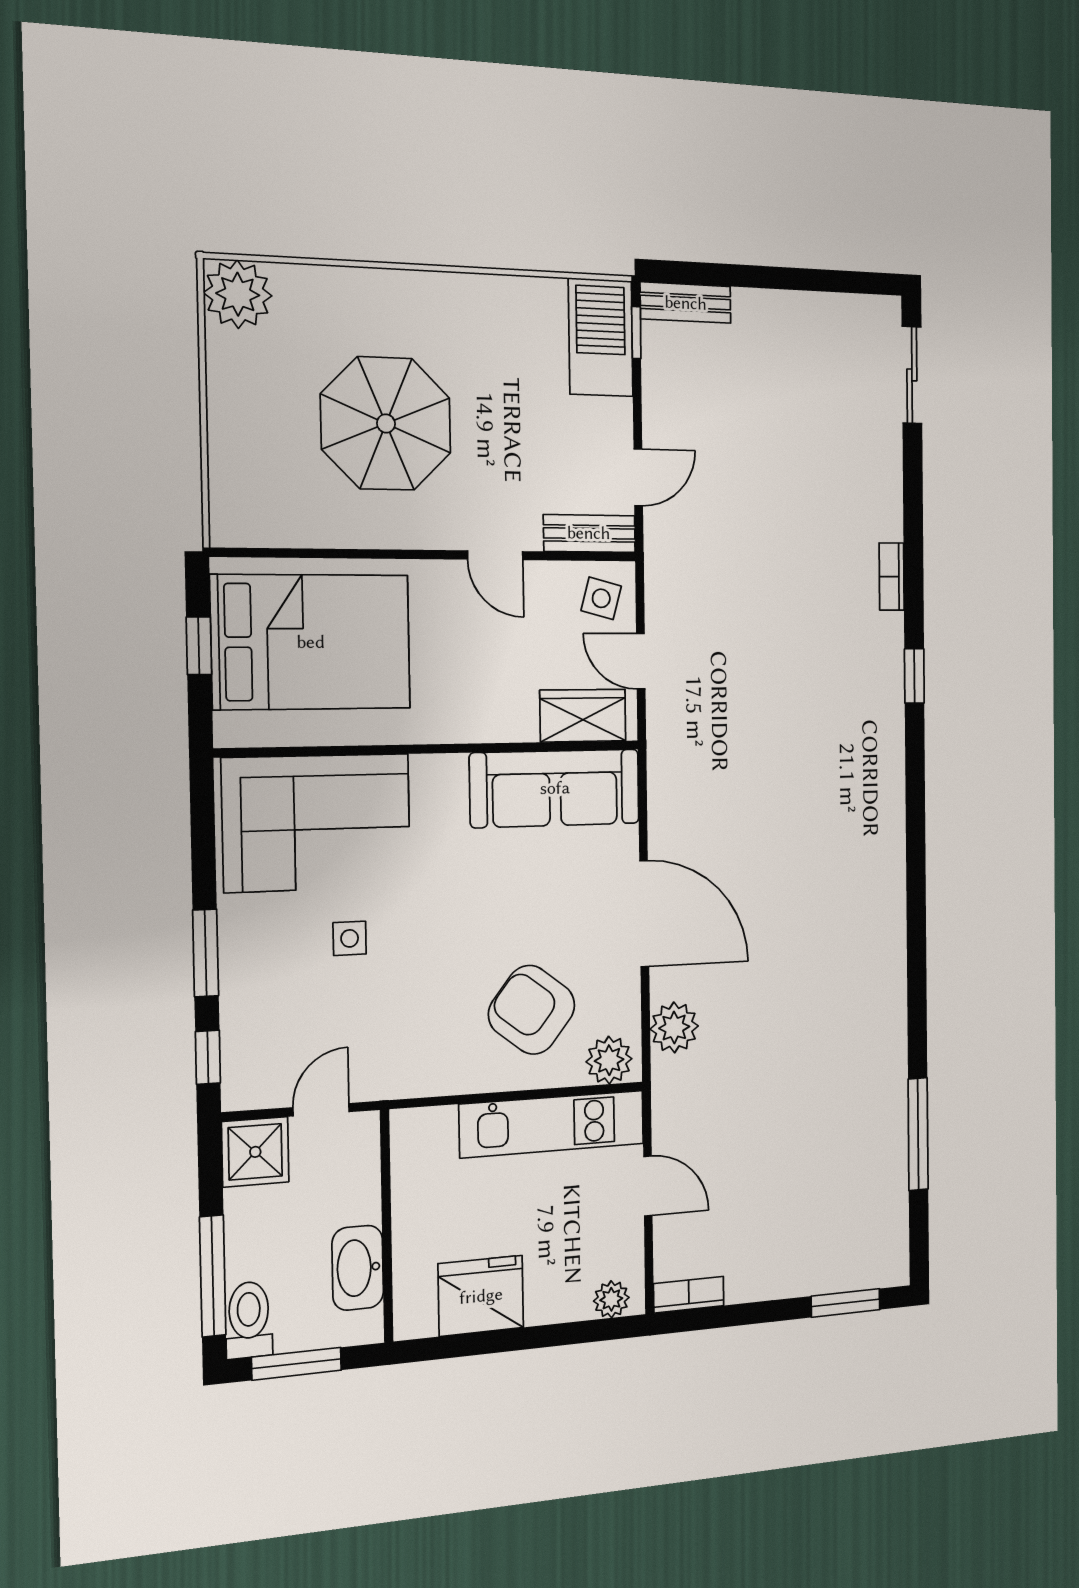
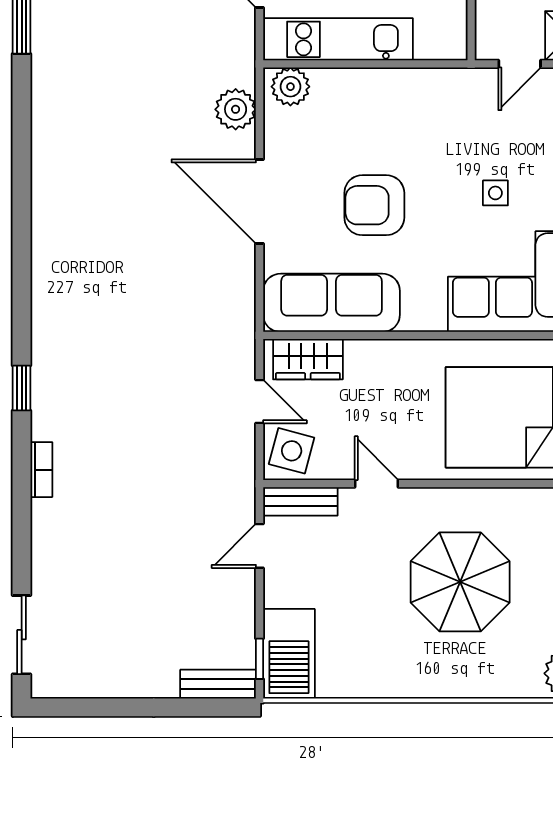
side table: (601, 598) -> (292, 451), width x1.37, depth x1.37
armchair: (532, 1010) -> (374, 205), moved, turned 142

